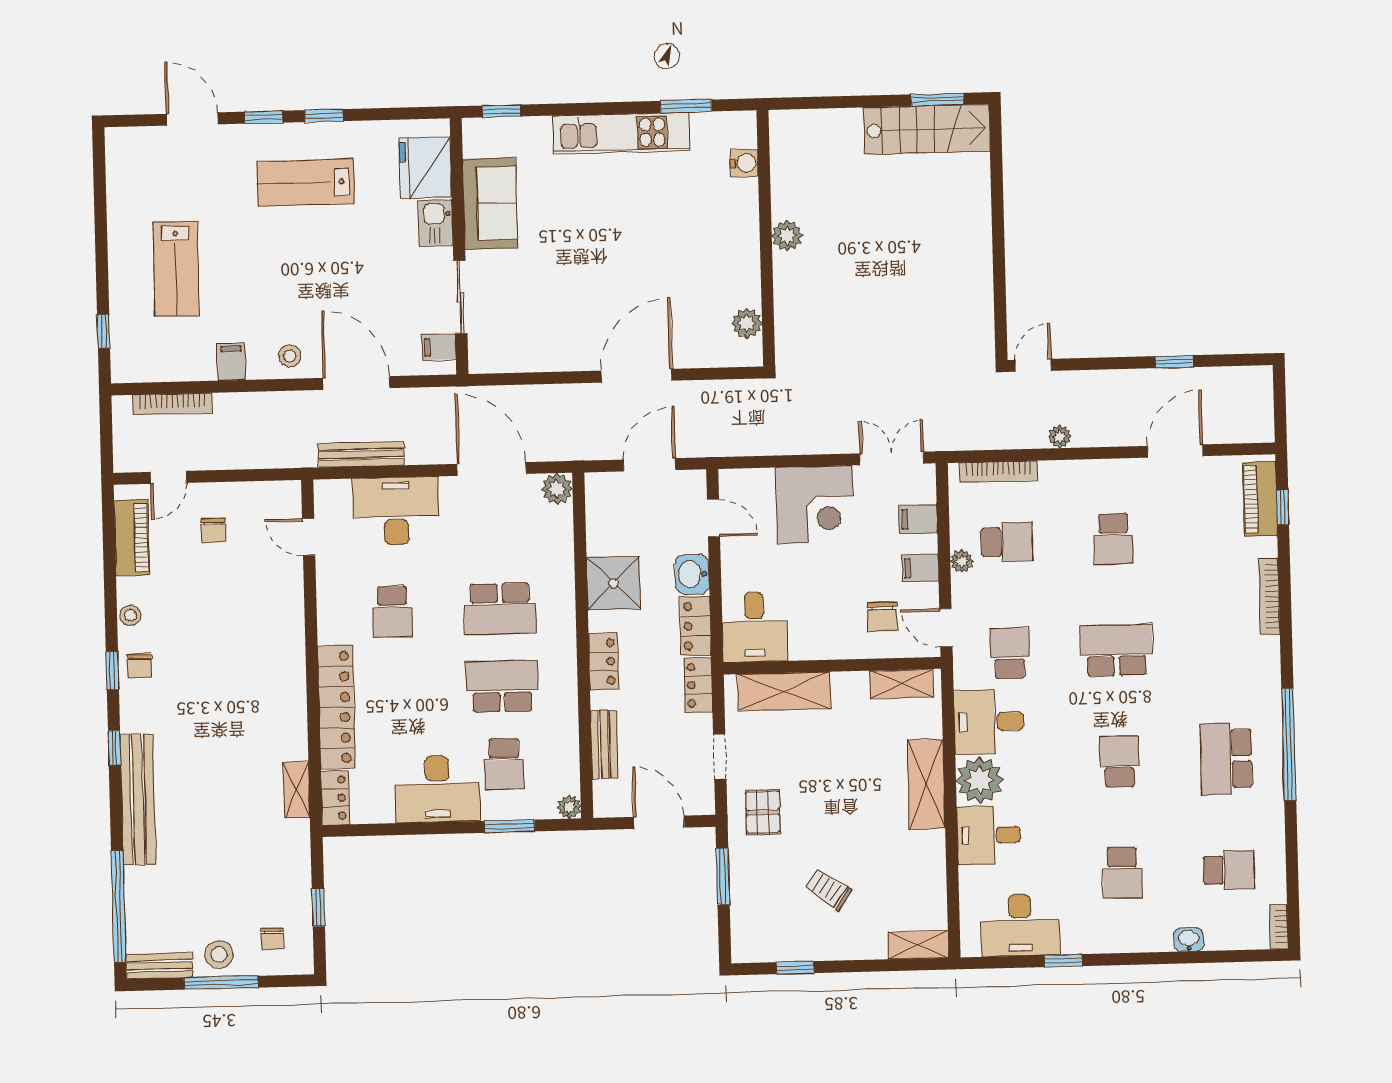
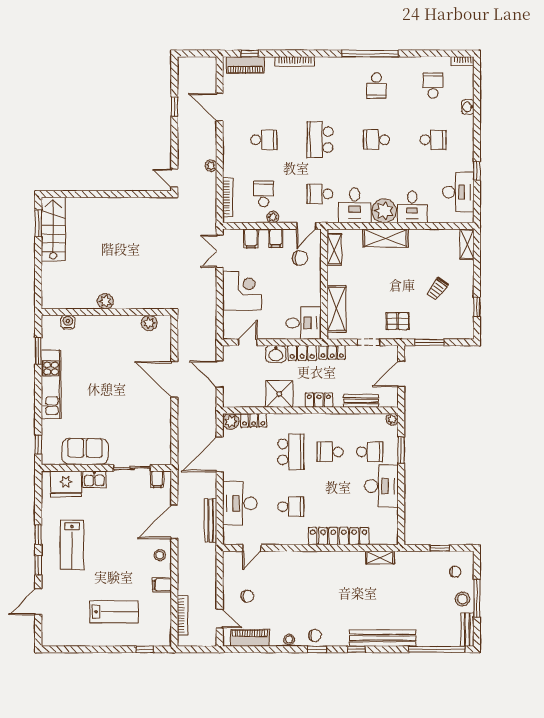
school desk: (502, 686) -> (330, 452), width x0.54
school desk: (1226, 759) -> (376, 85), width x0.54
locker: (335, 798) -> (254, 420), moved, turned 180

